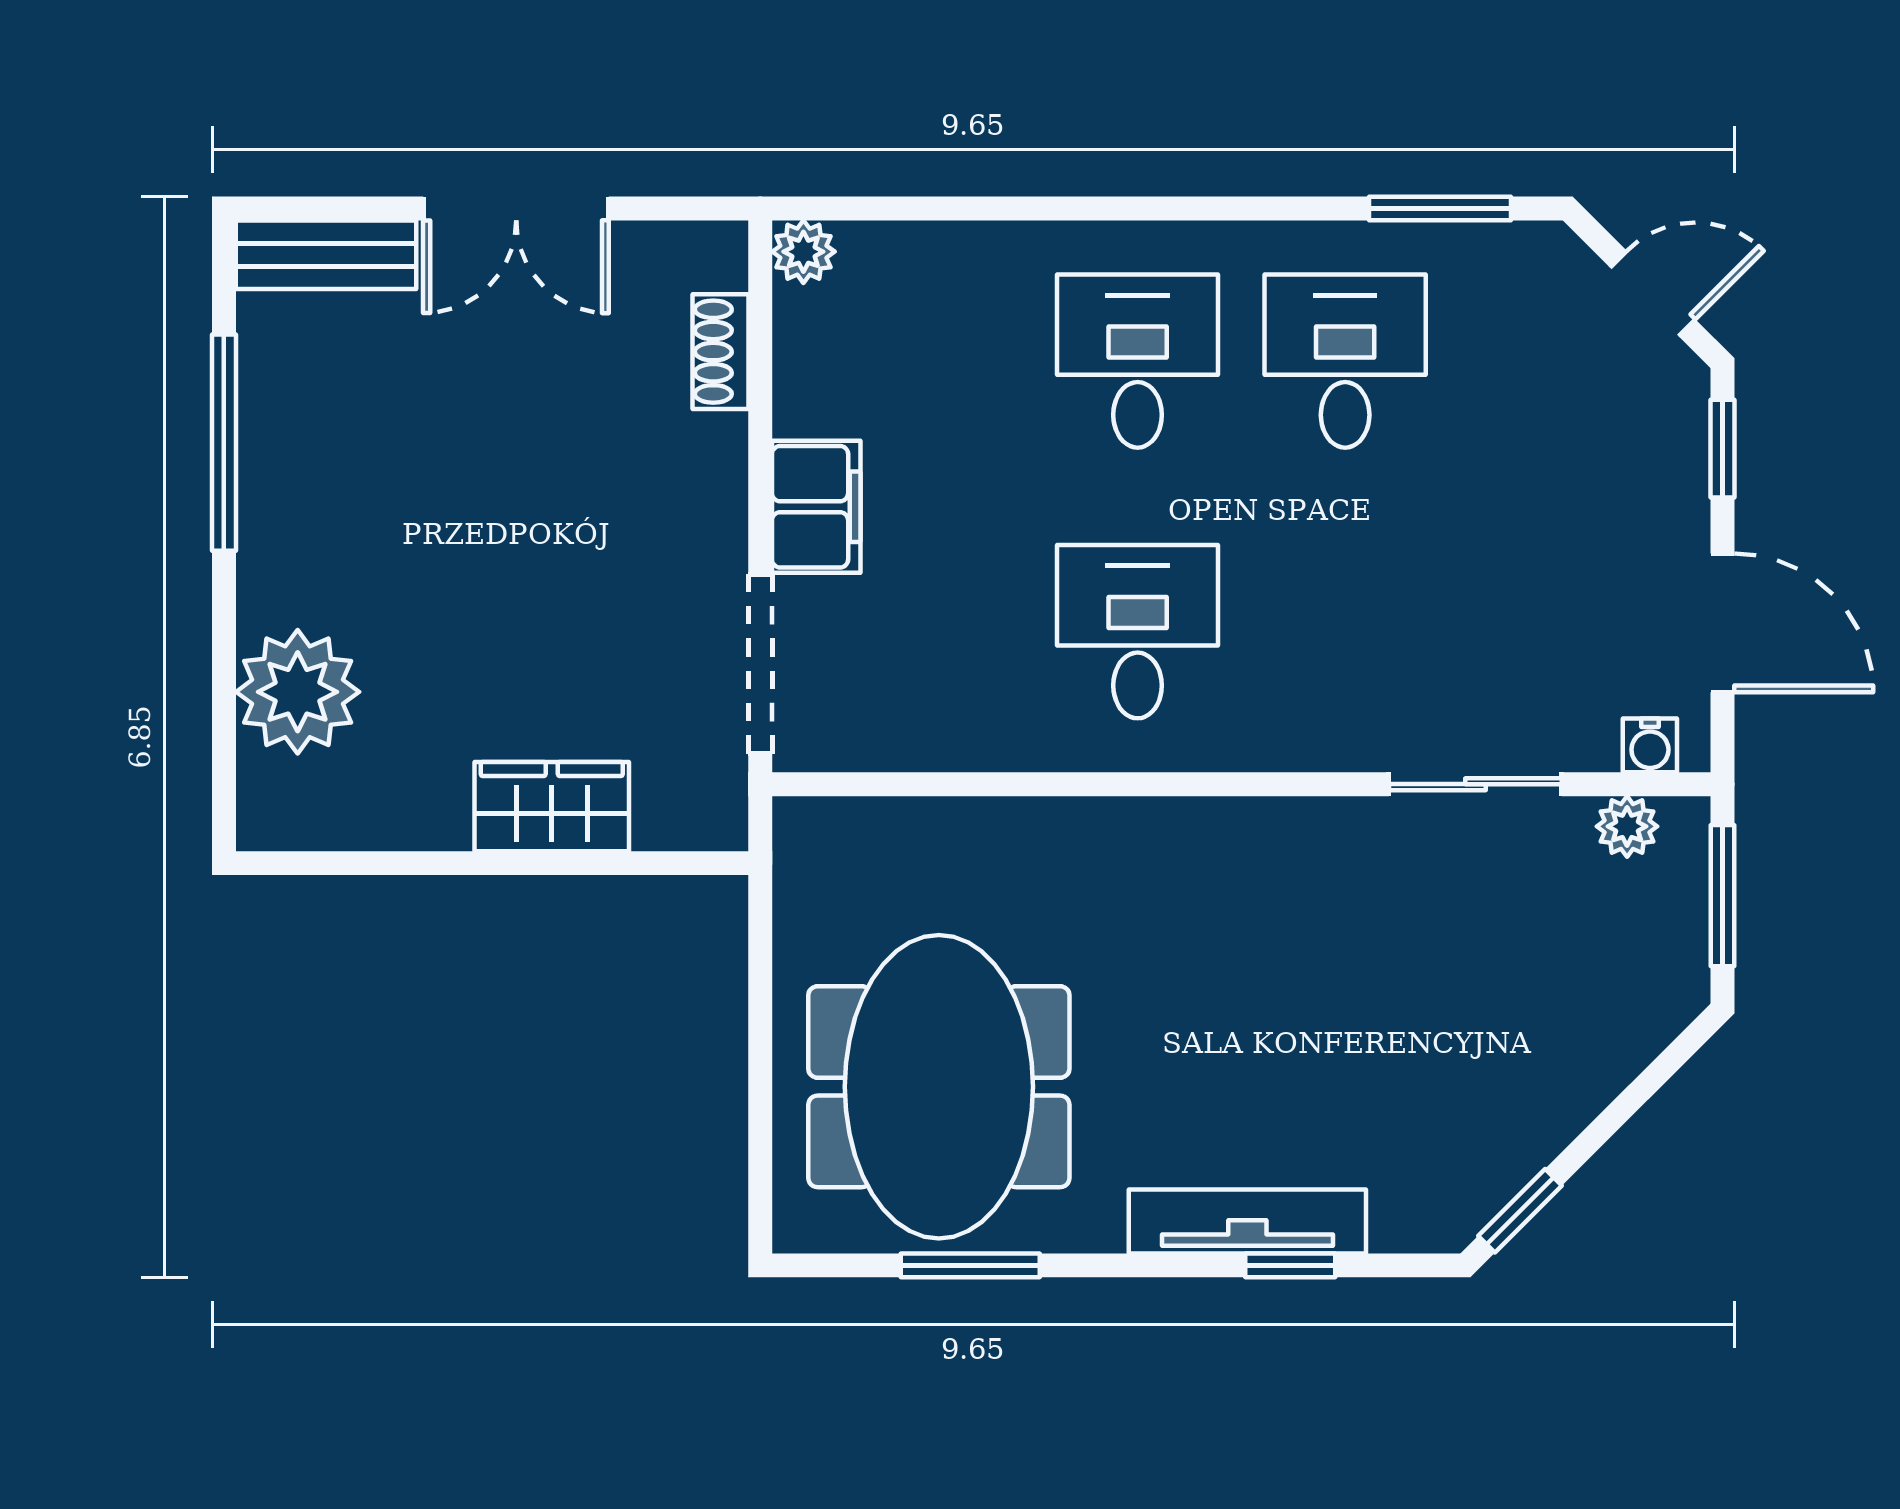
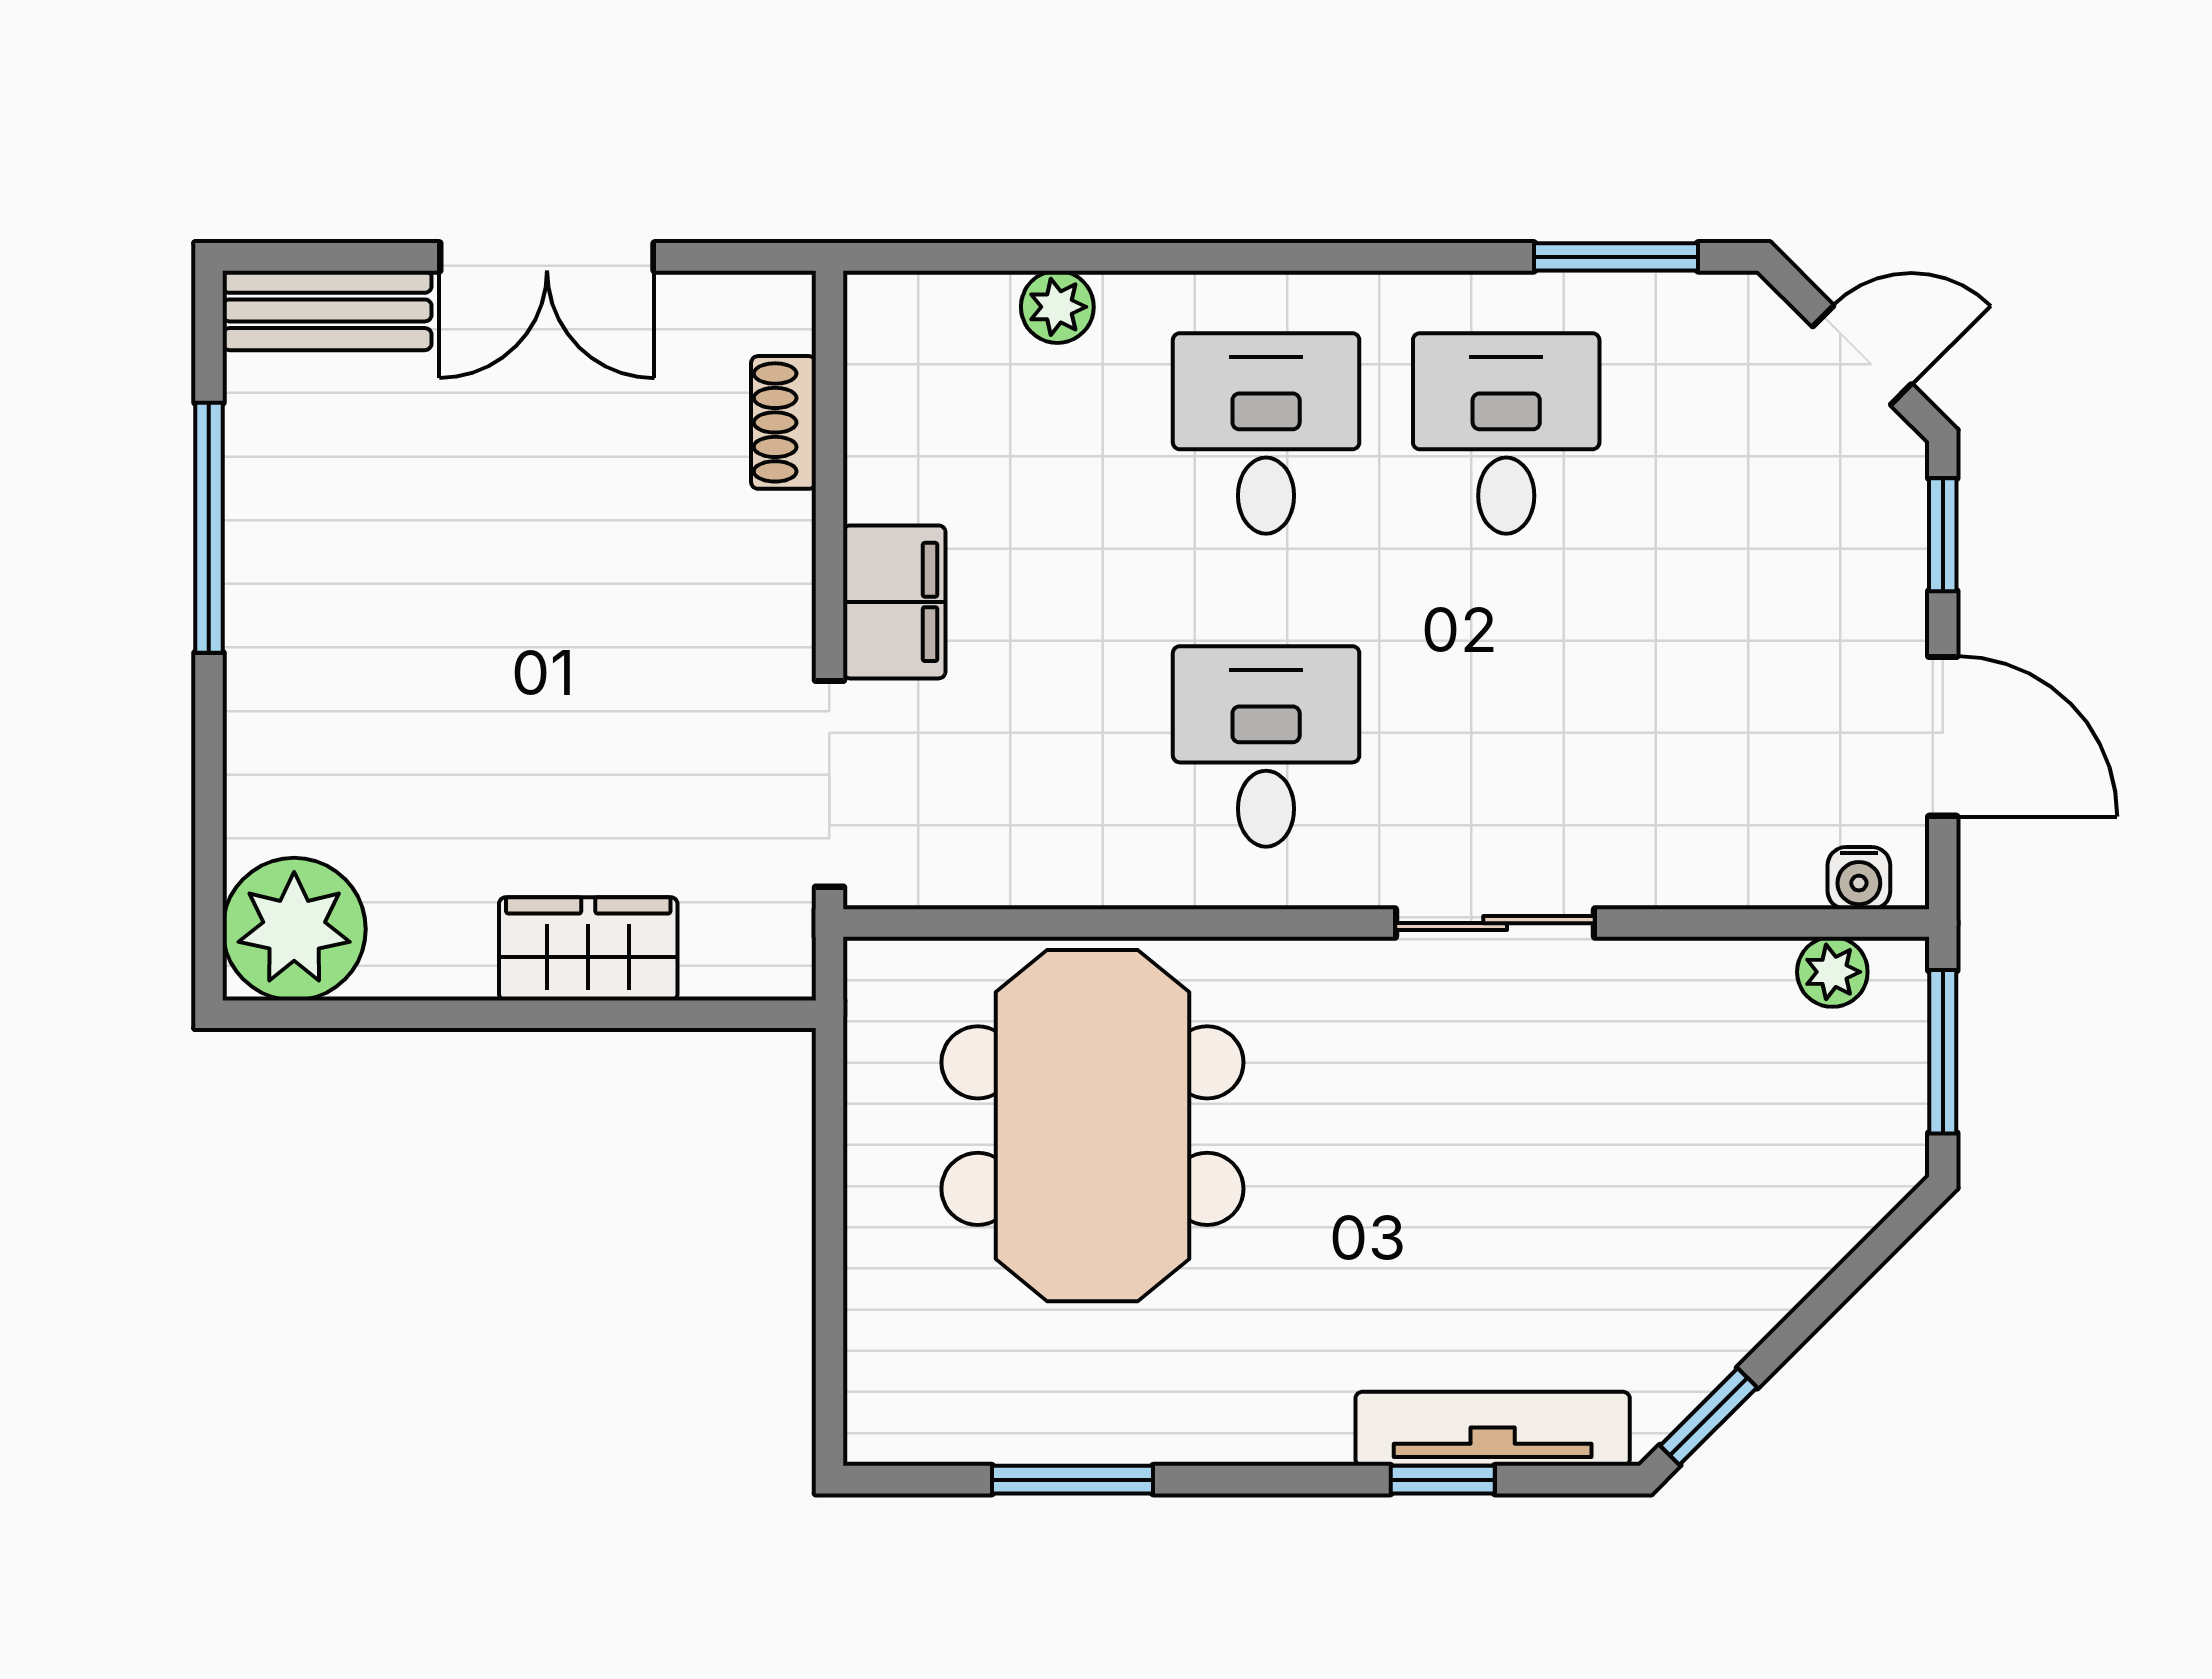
plant: (803, 252) -> (1057, 307), moved
plant: (298, 692) -> (294, 929), moved
sliding door: (1475, 784) -> (1495, 923), moved
meeting table: (939, 1087) -> (1092, 1126), moved
tv unit: (1247, 1221) -> (1493, 1429), moved

